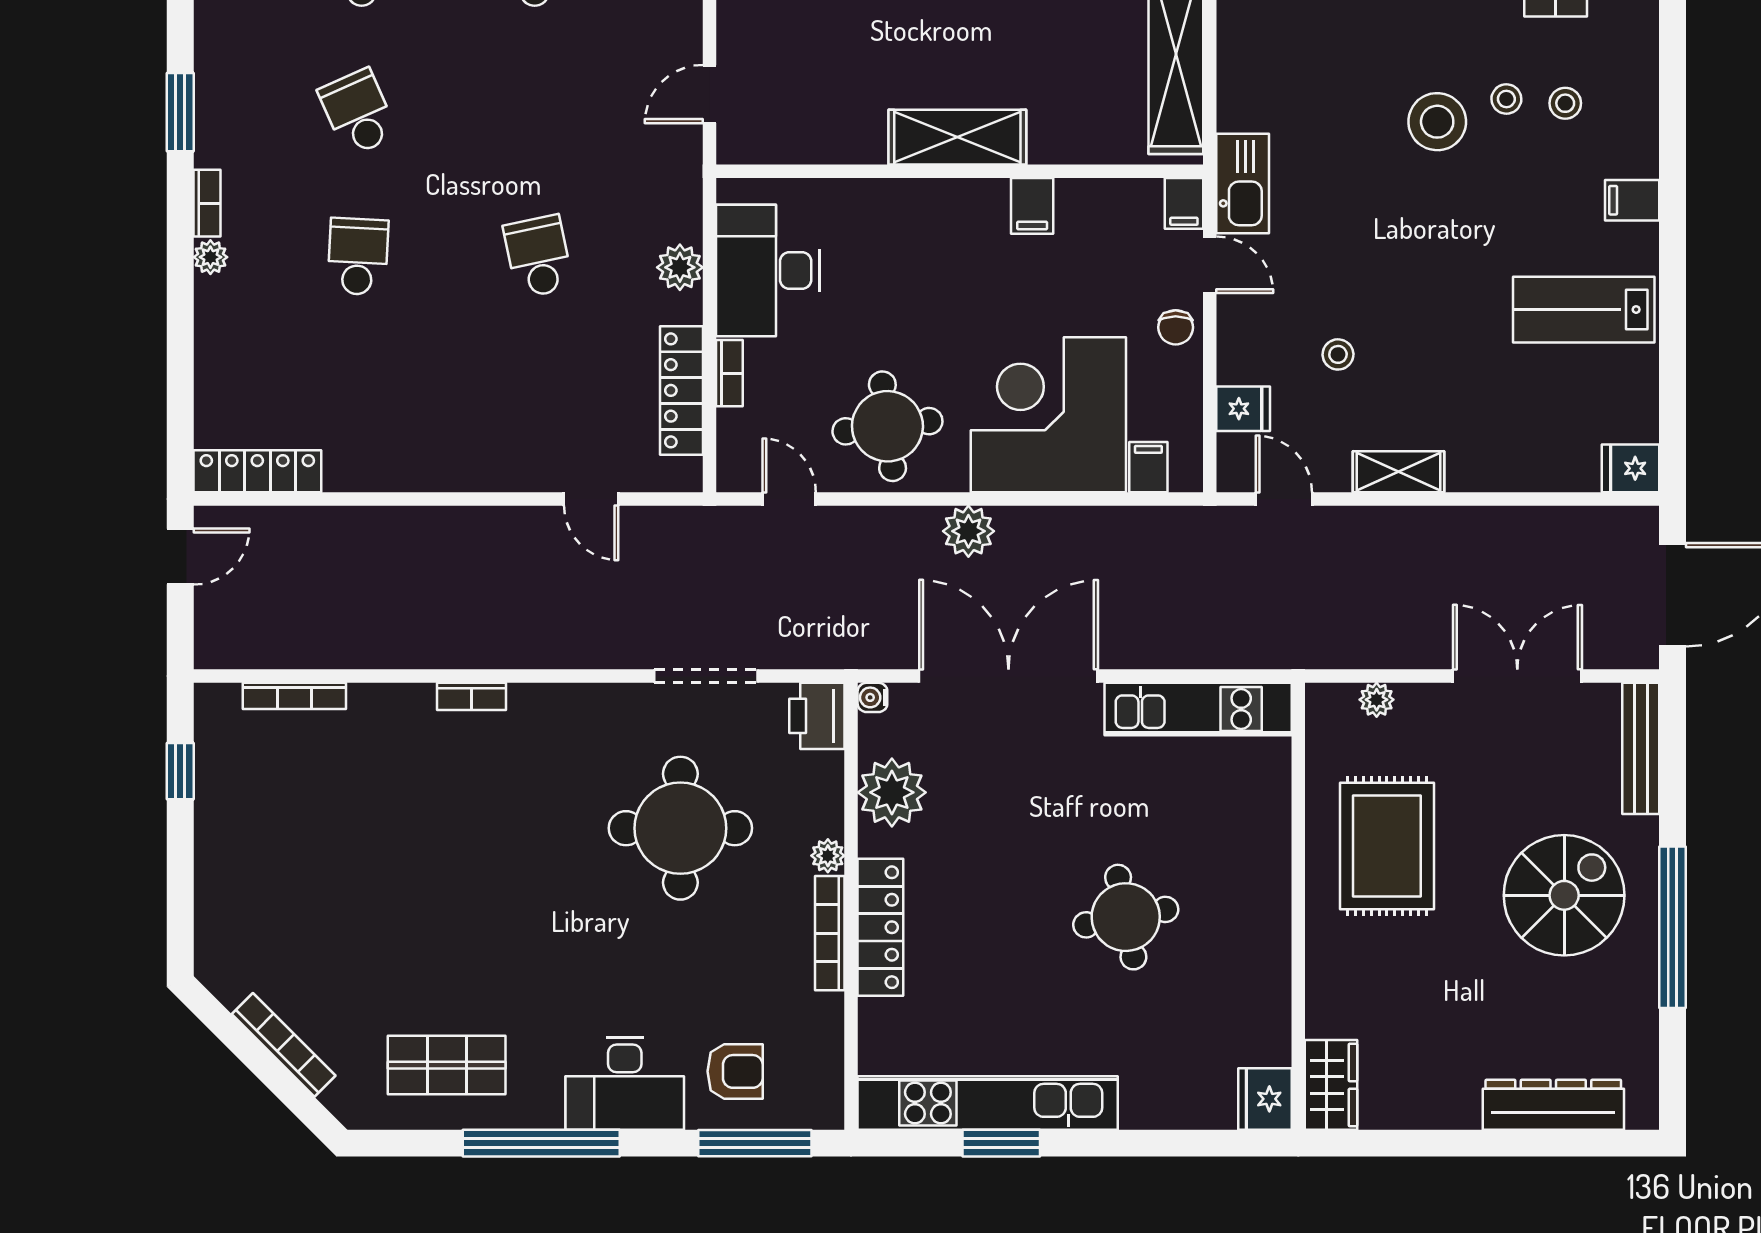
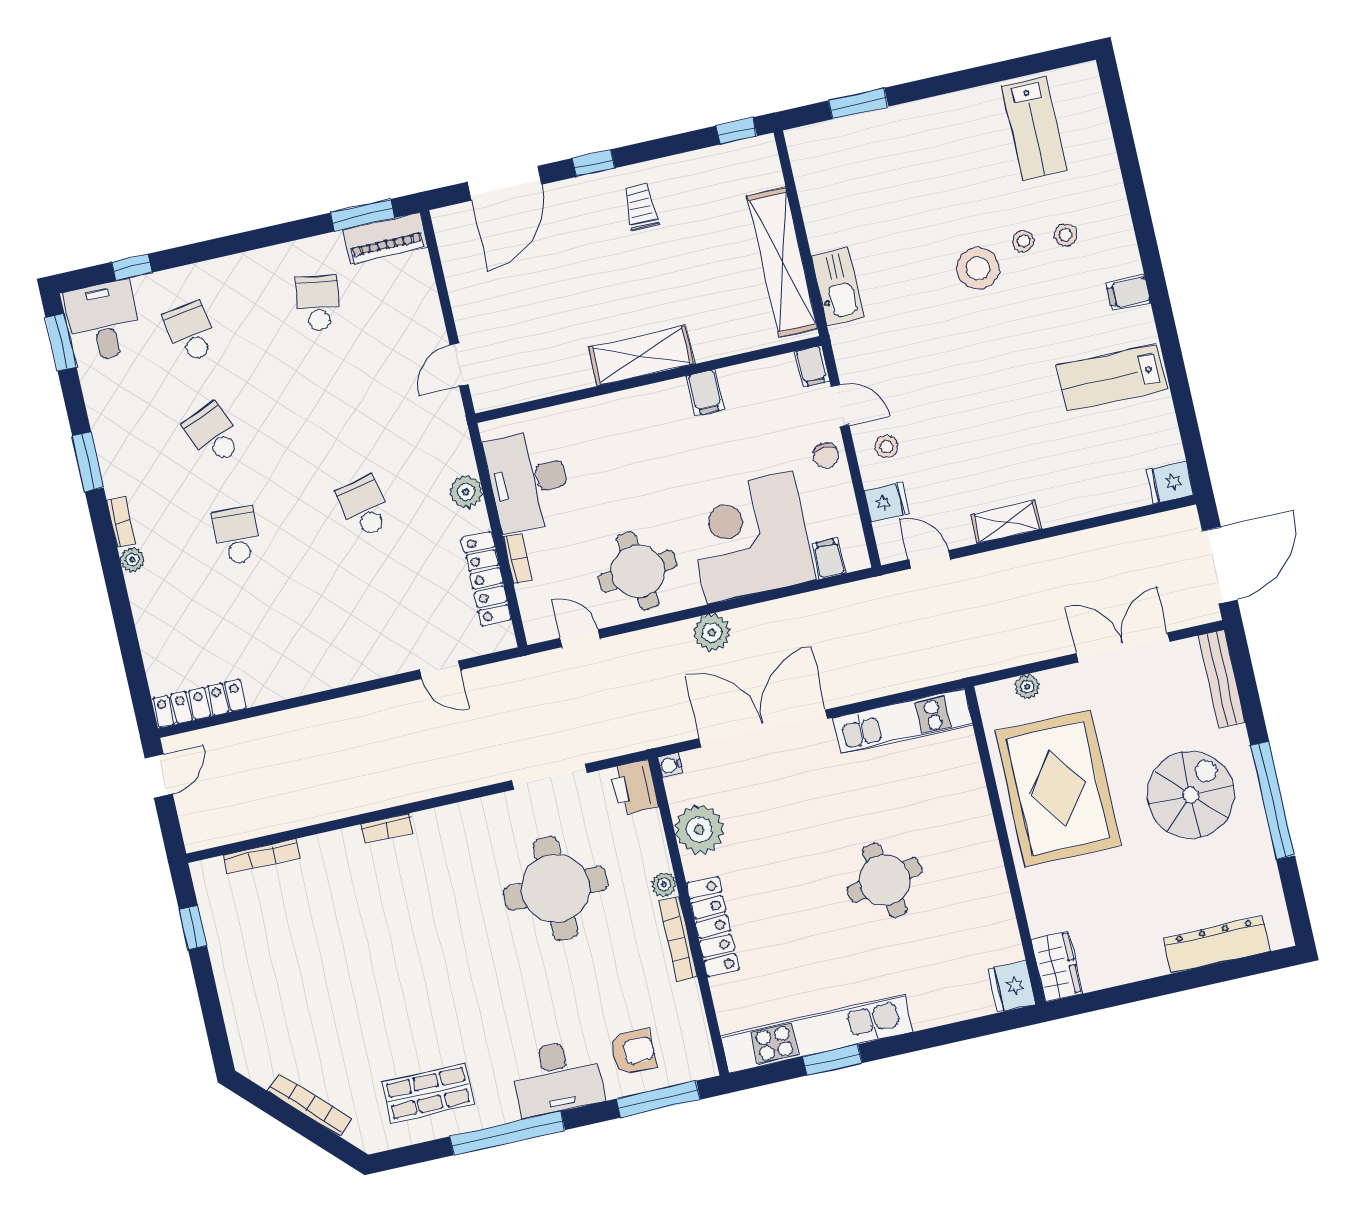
kitchen sink: (1243, 183) -> (838, 286), moved
stool: (1338, 354) -> (887, 447), moved
rug: (1387, 846) -> (1058, 788), width x1.37, depth x1.44

